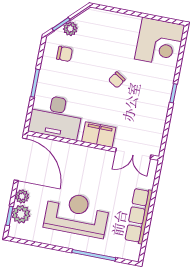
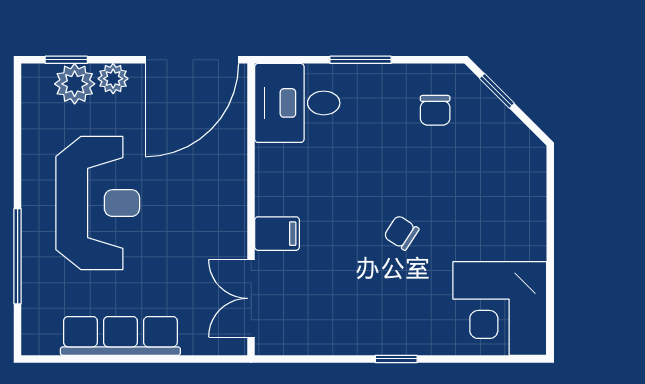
plant: (70, 29) -> (491, 112), removed
desk: (56, 117) -> (297, 103), width x0.73
filing cabinet: (99, 135) -> (277, 234), width x0.50

